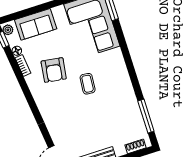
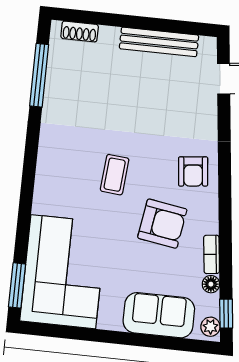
armchair: (54, 70) -> (162, 224), turned 91
armchair: (50, 102) -> (193, 171), added

